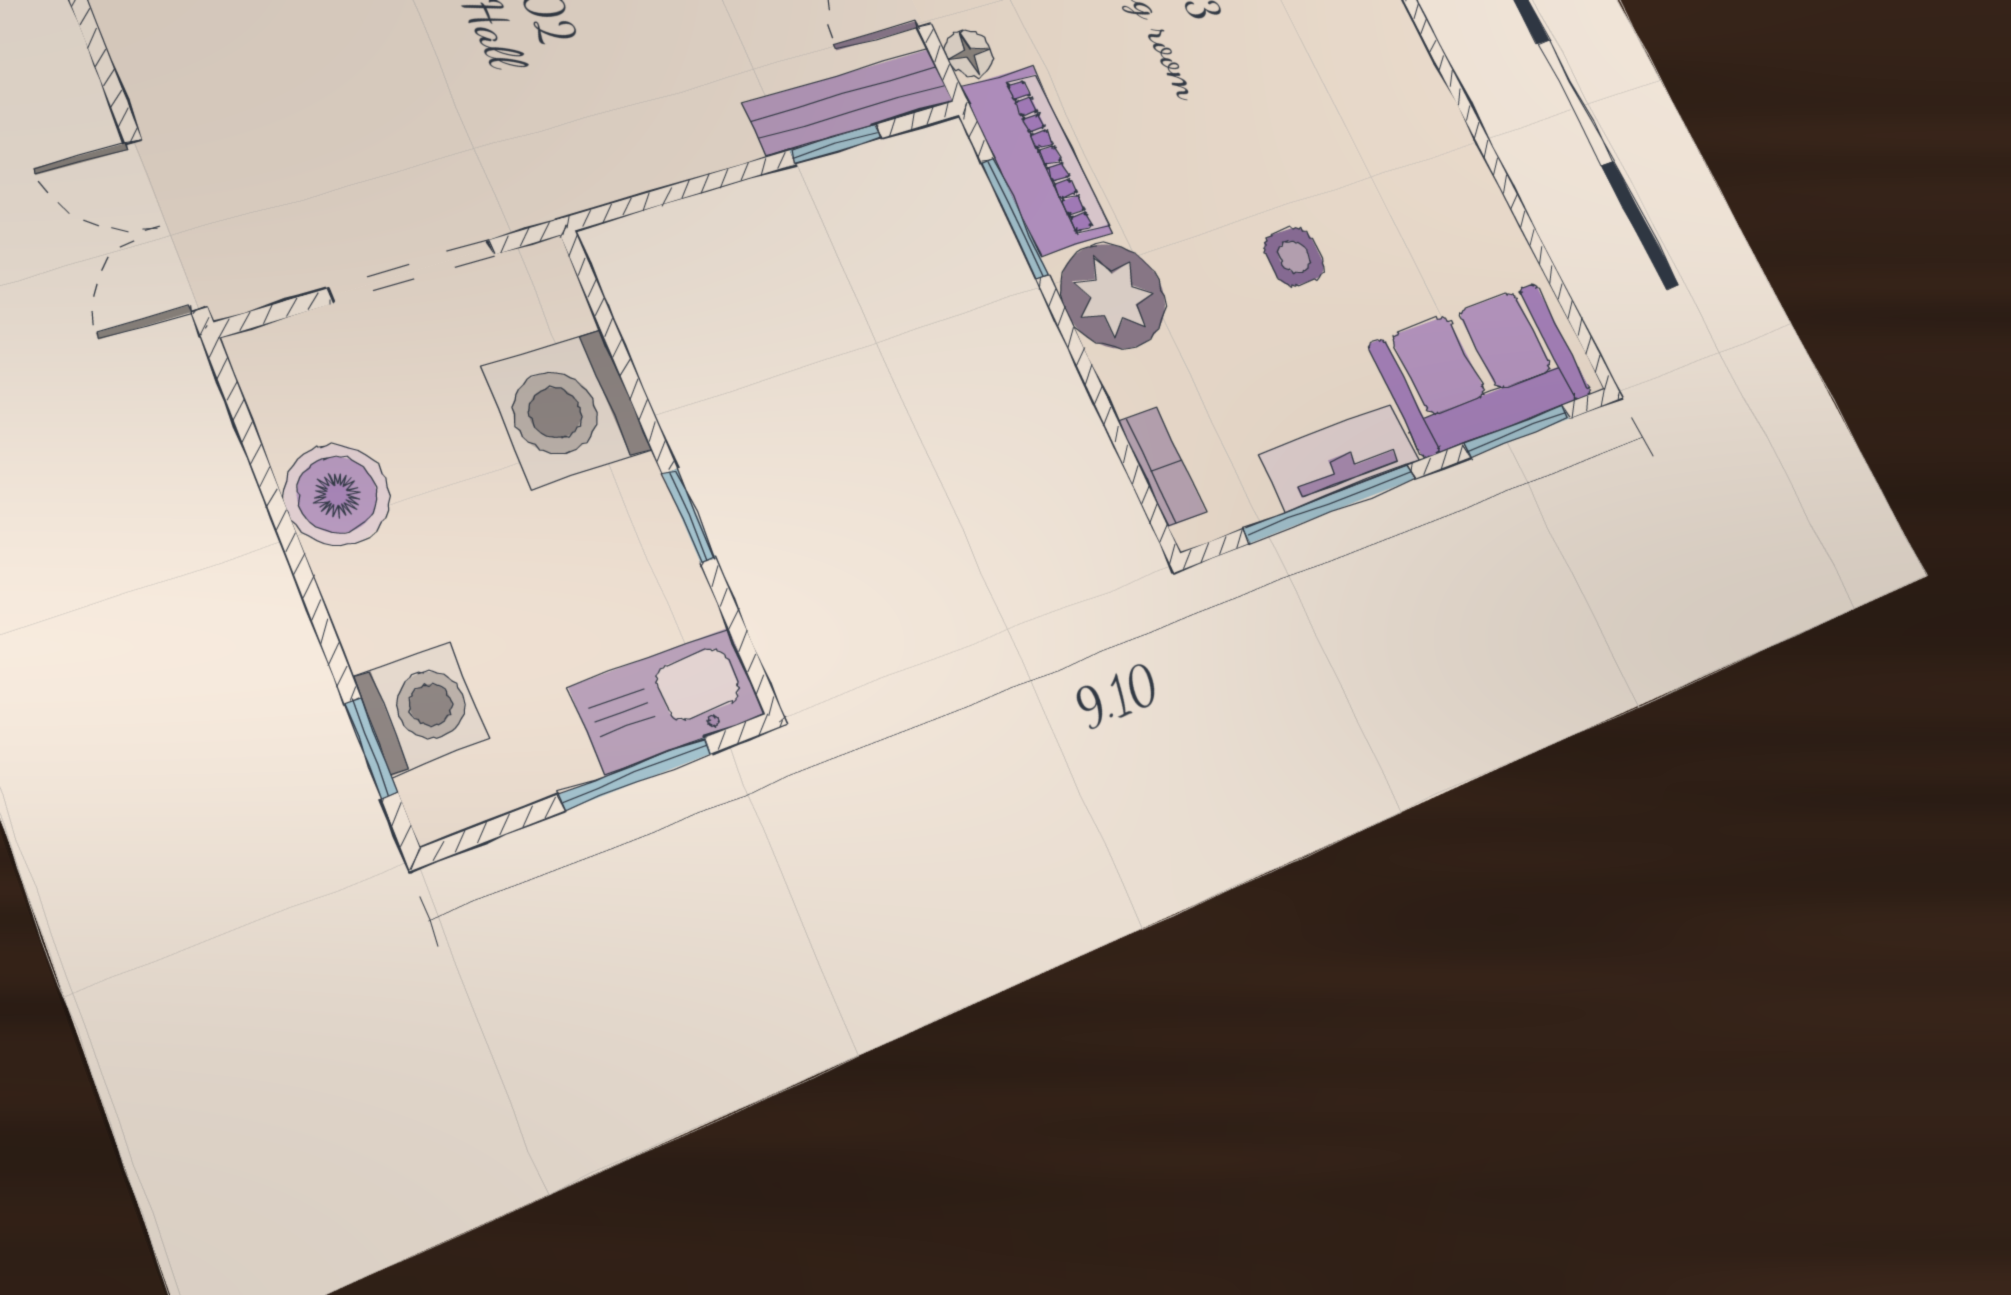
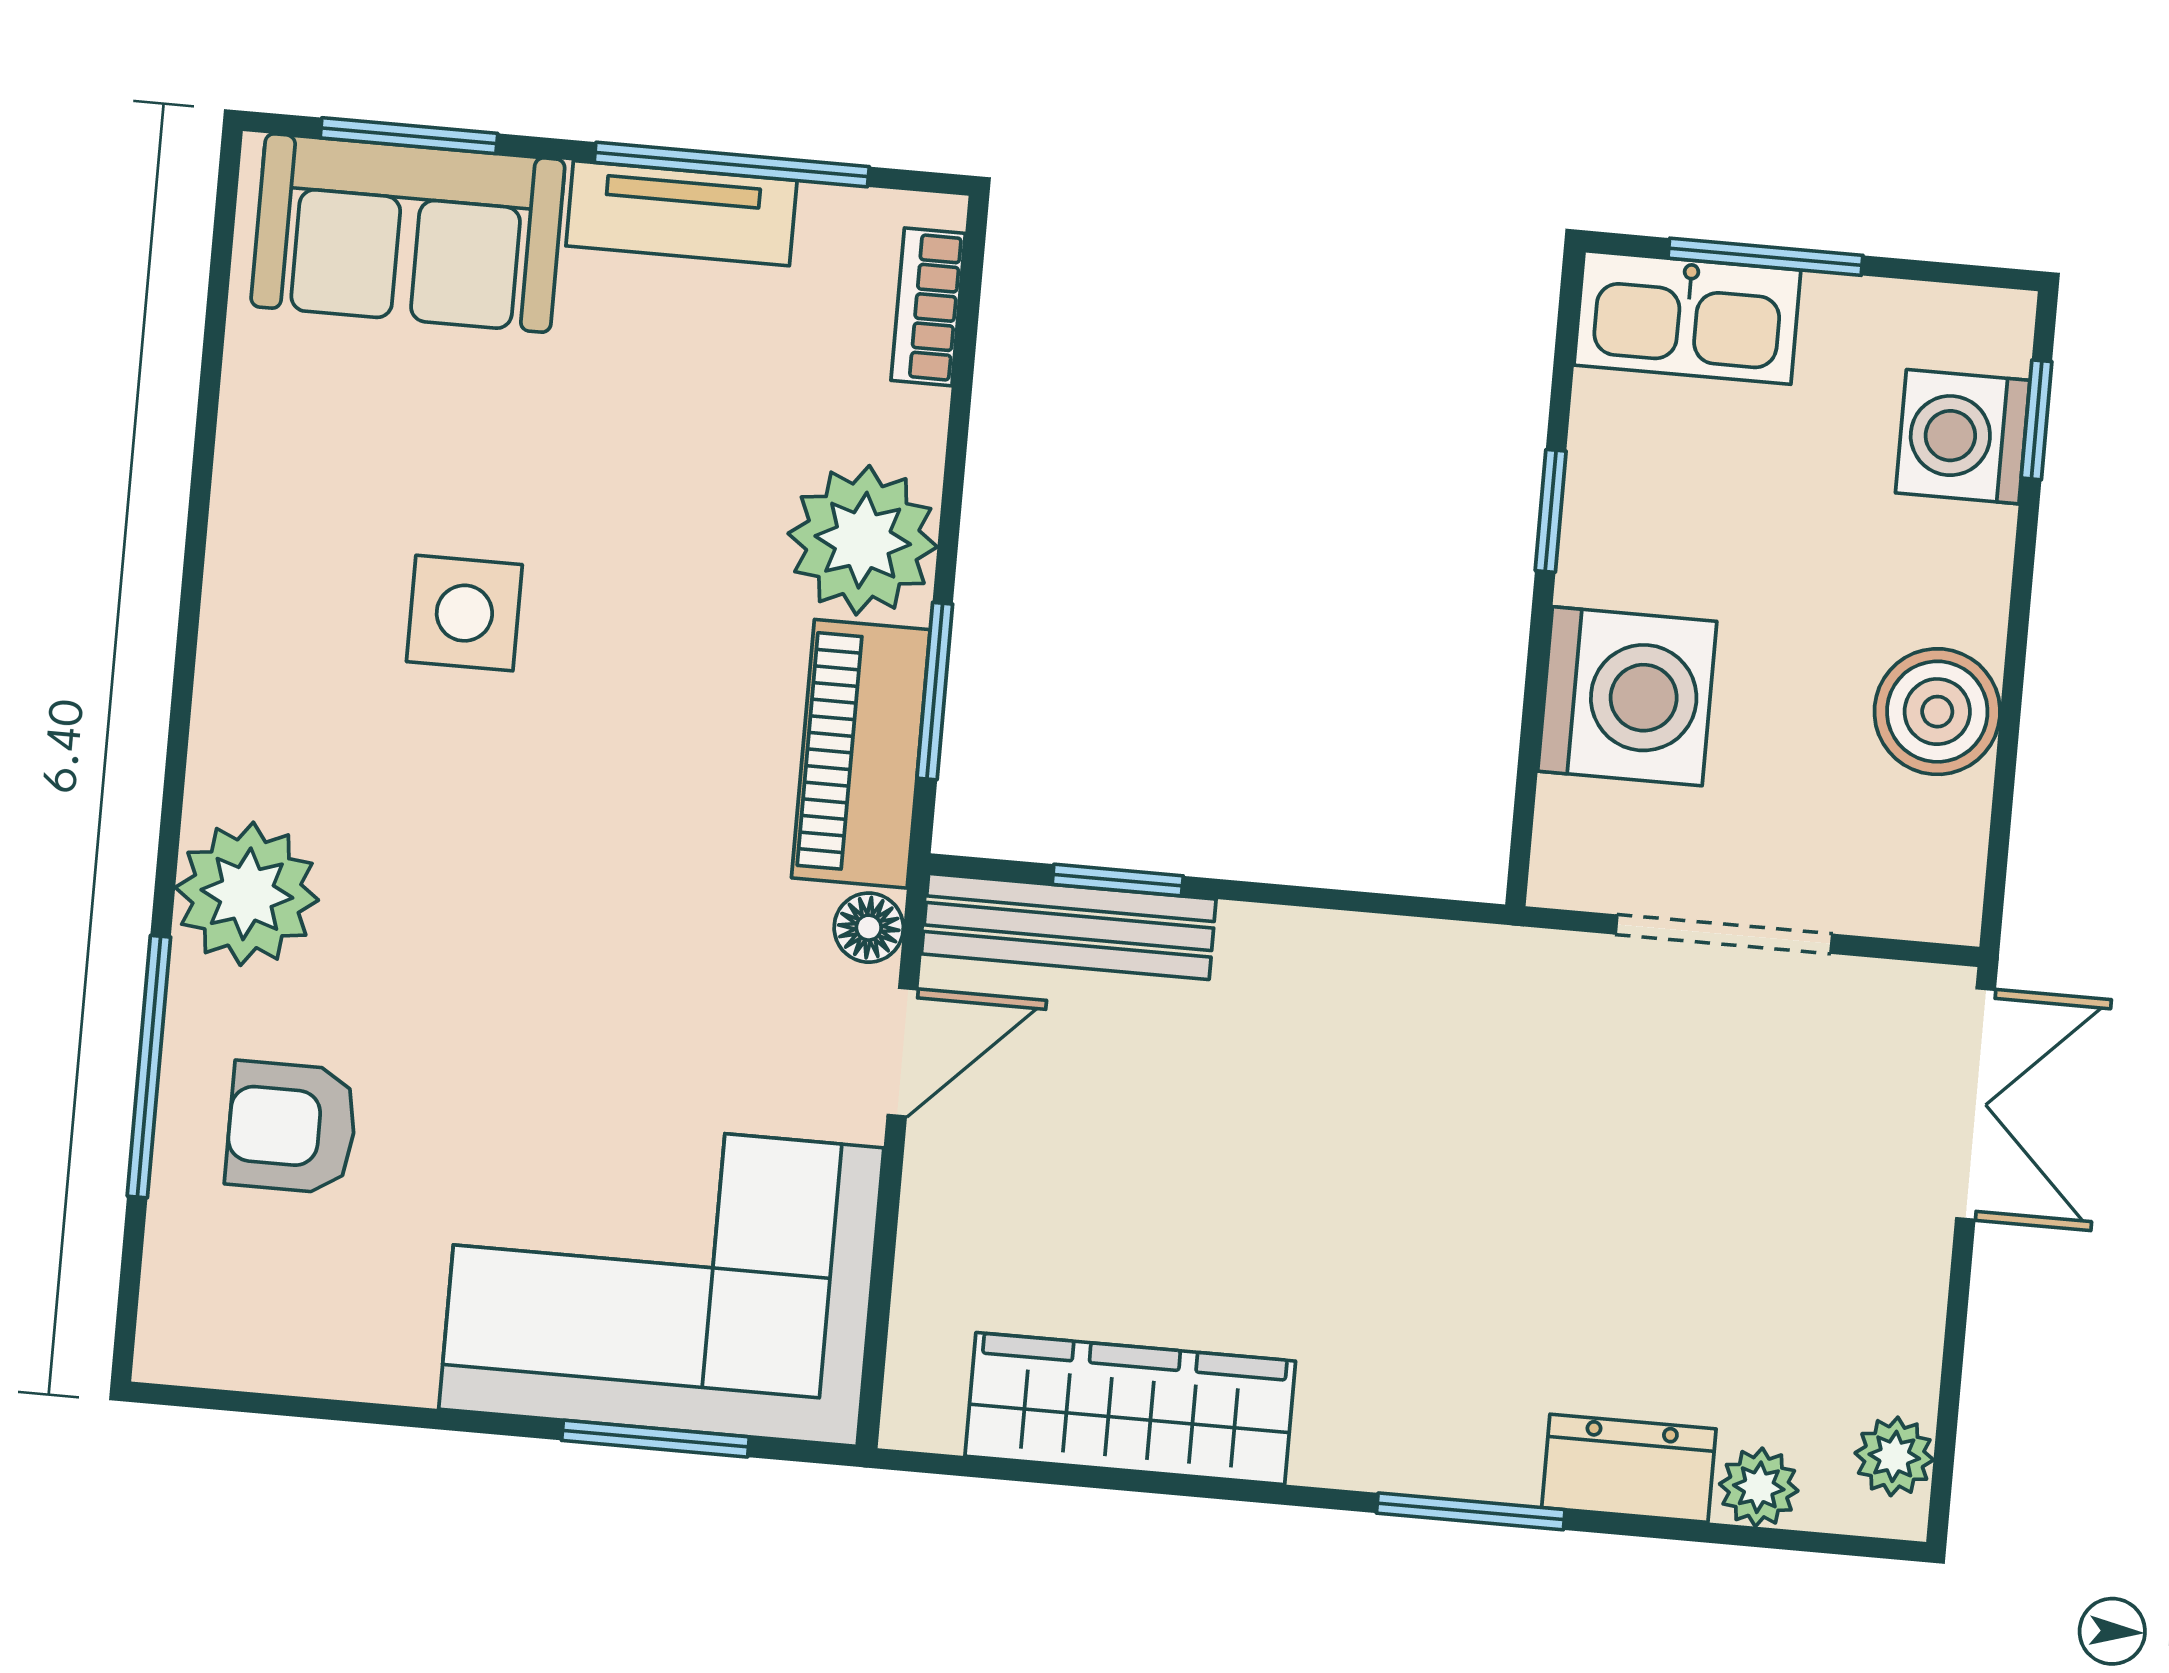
side table: (1294, 257) -> (464, 613), moved, width x1.37, depth x1.37

